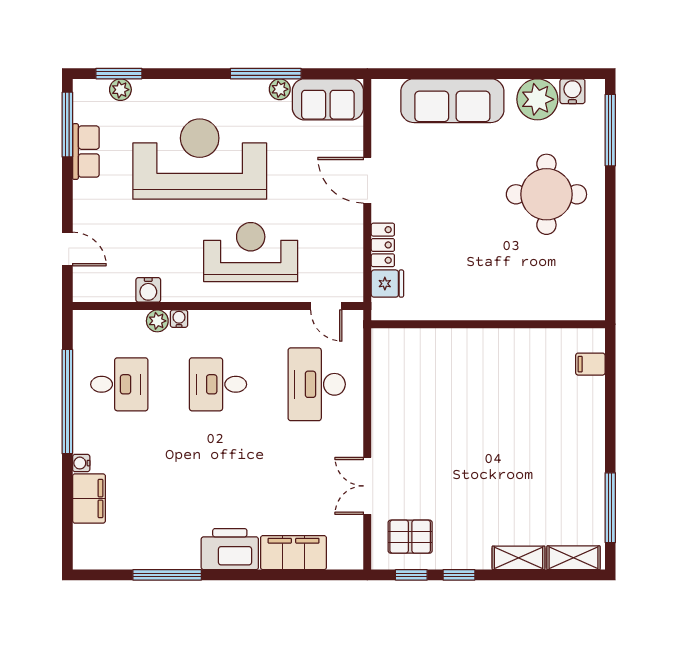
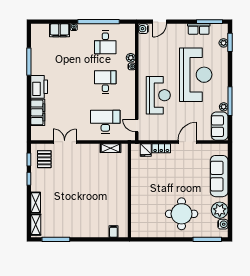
water cooler: (148, 290) -> (143, 29), moved
door: (326, 306) -> (137, 126), hinge flipped
shelving: (383, 372) -> (110, 148), added

